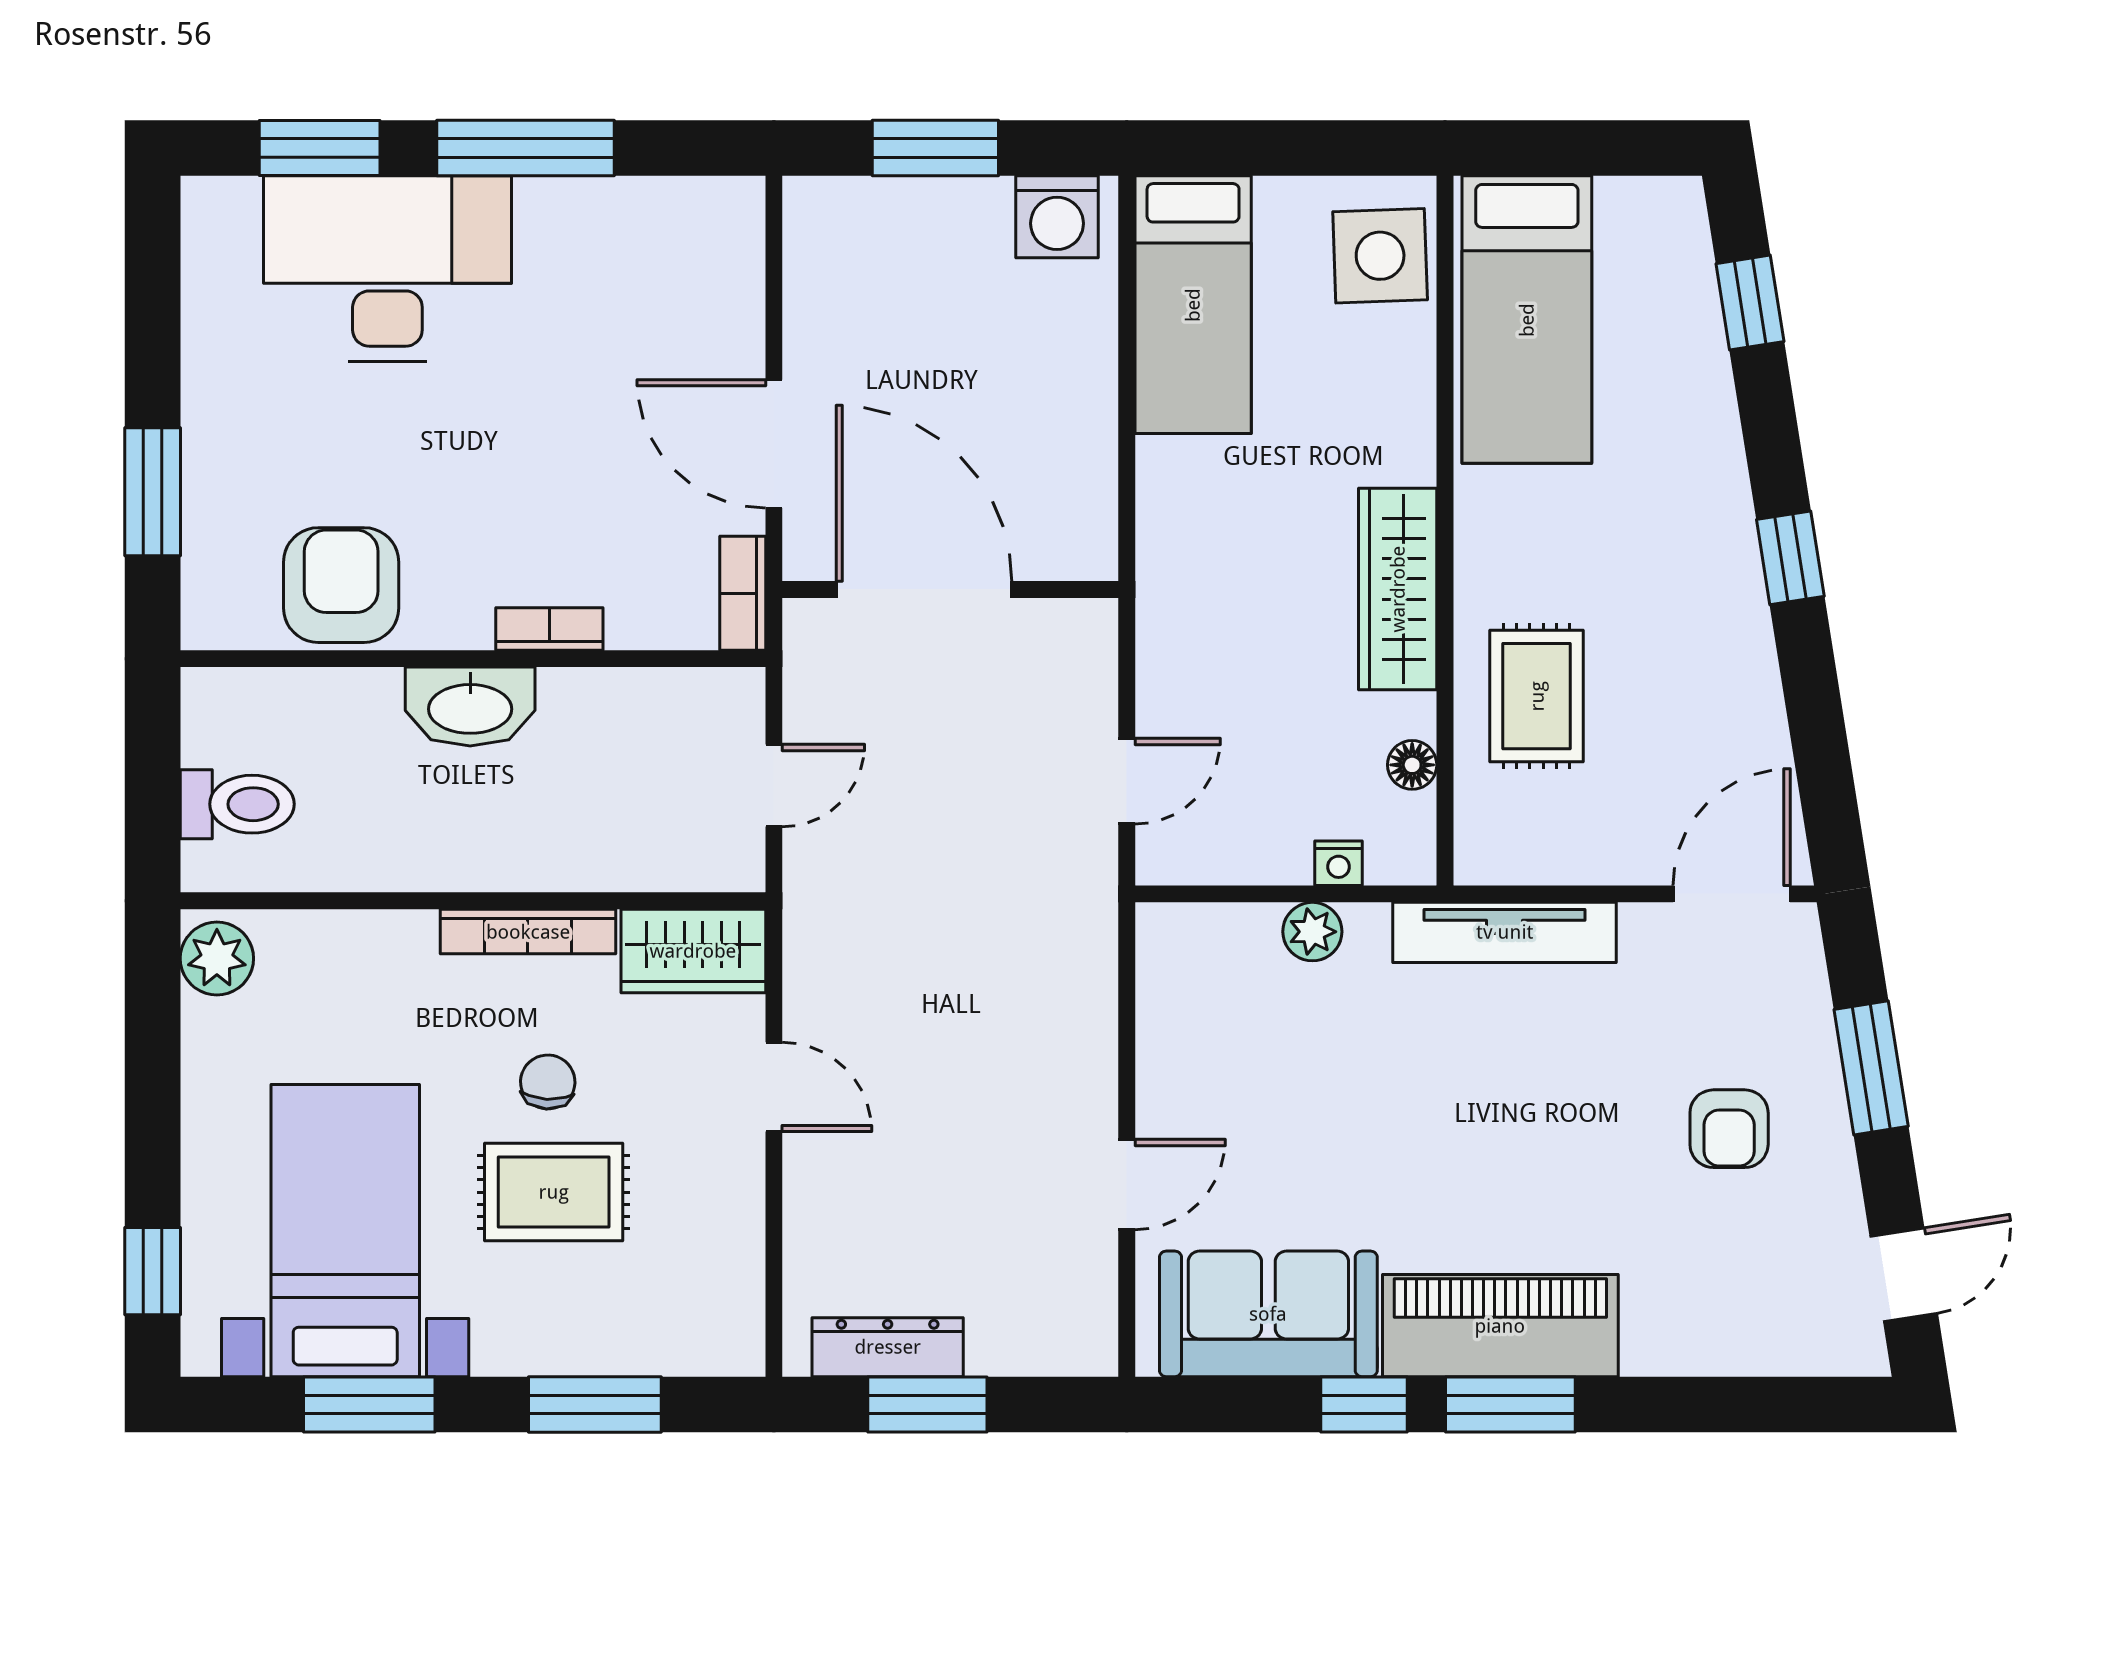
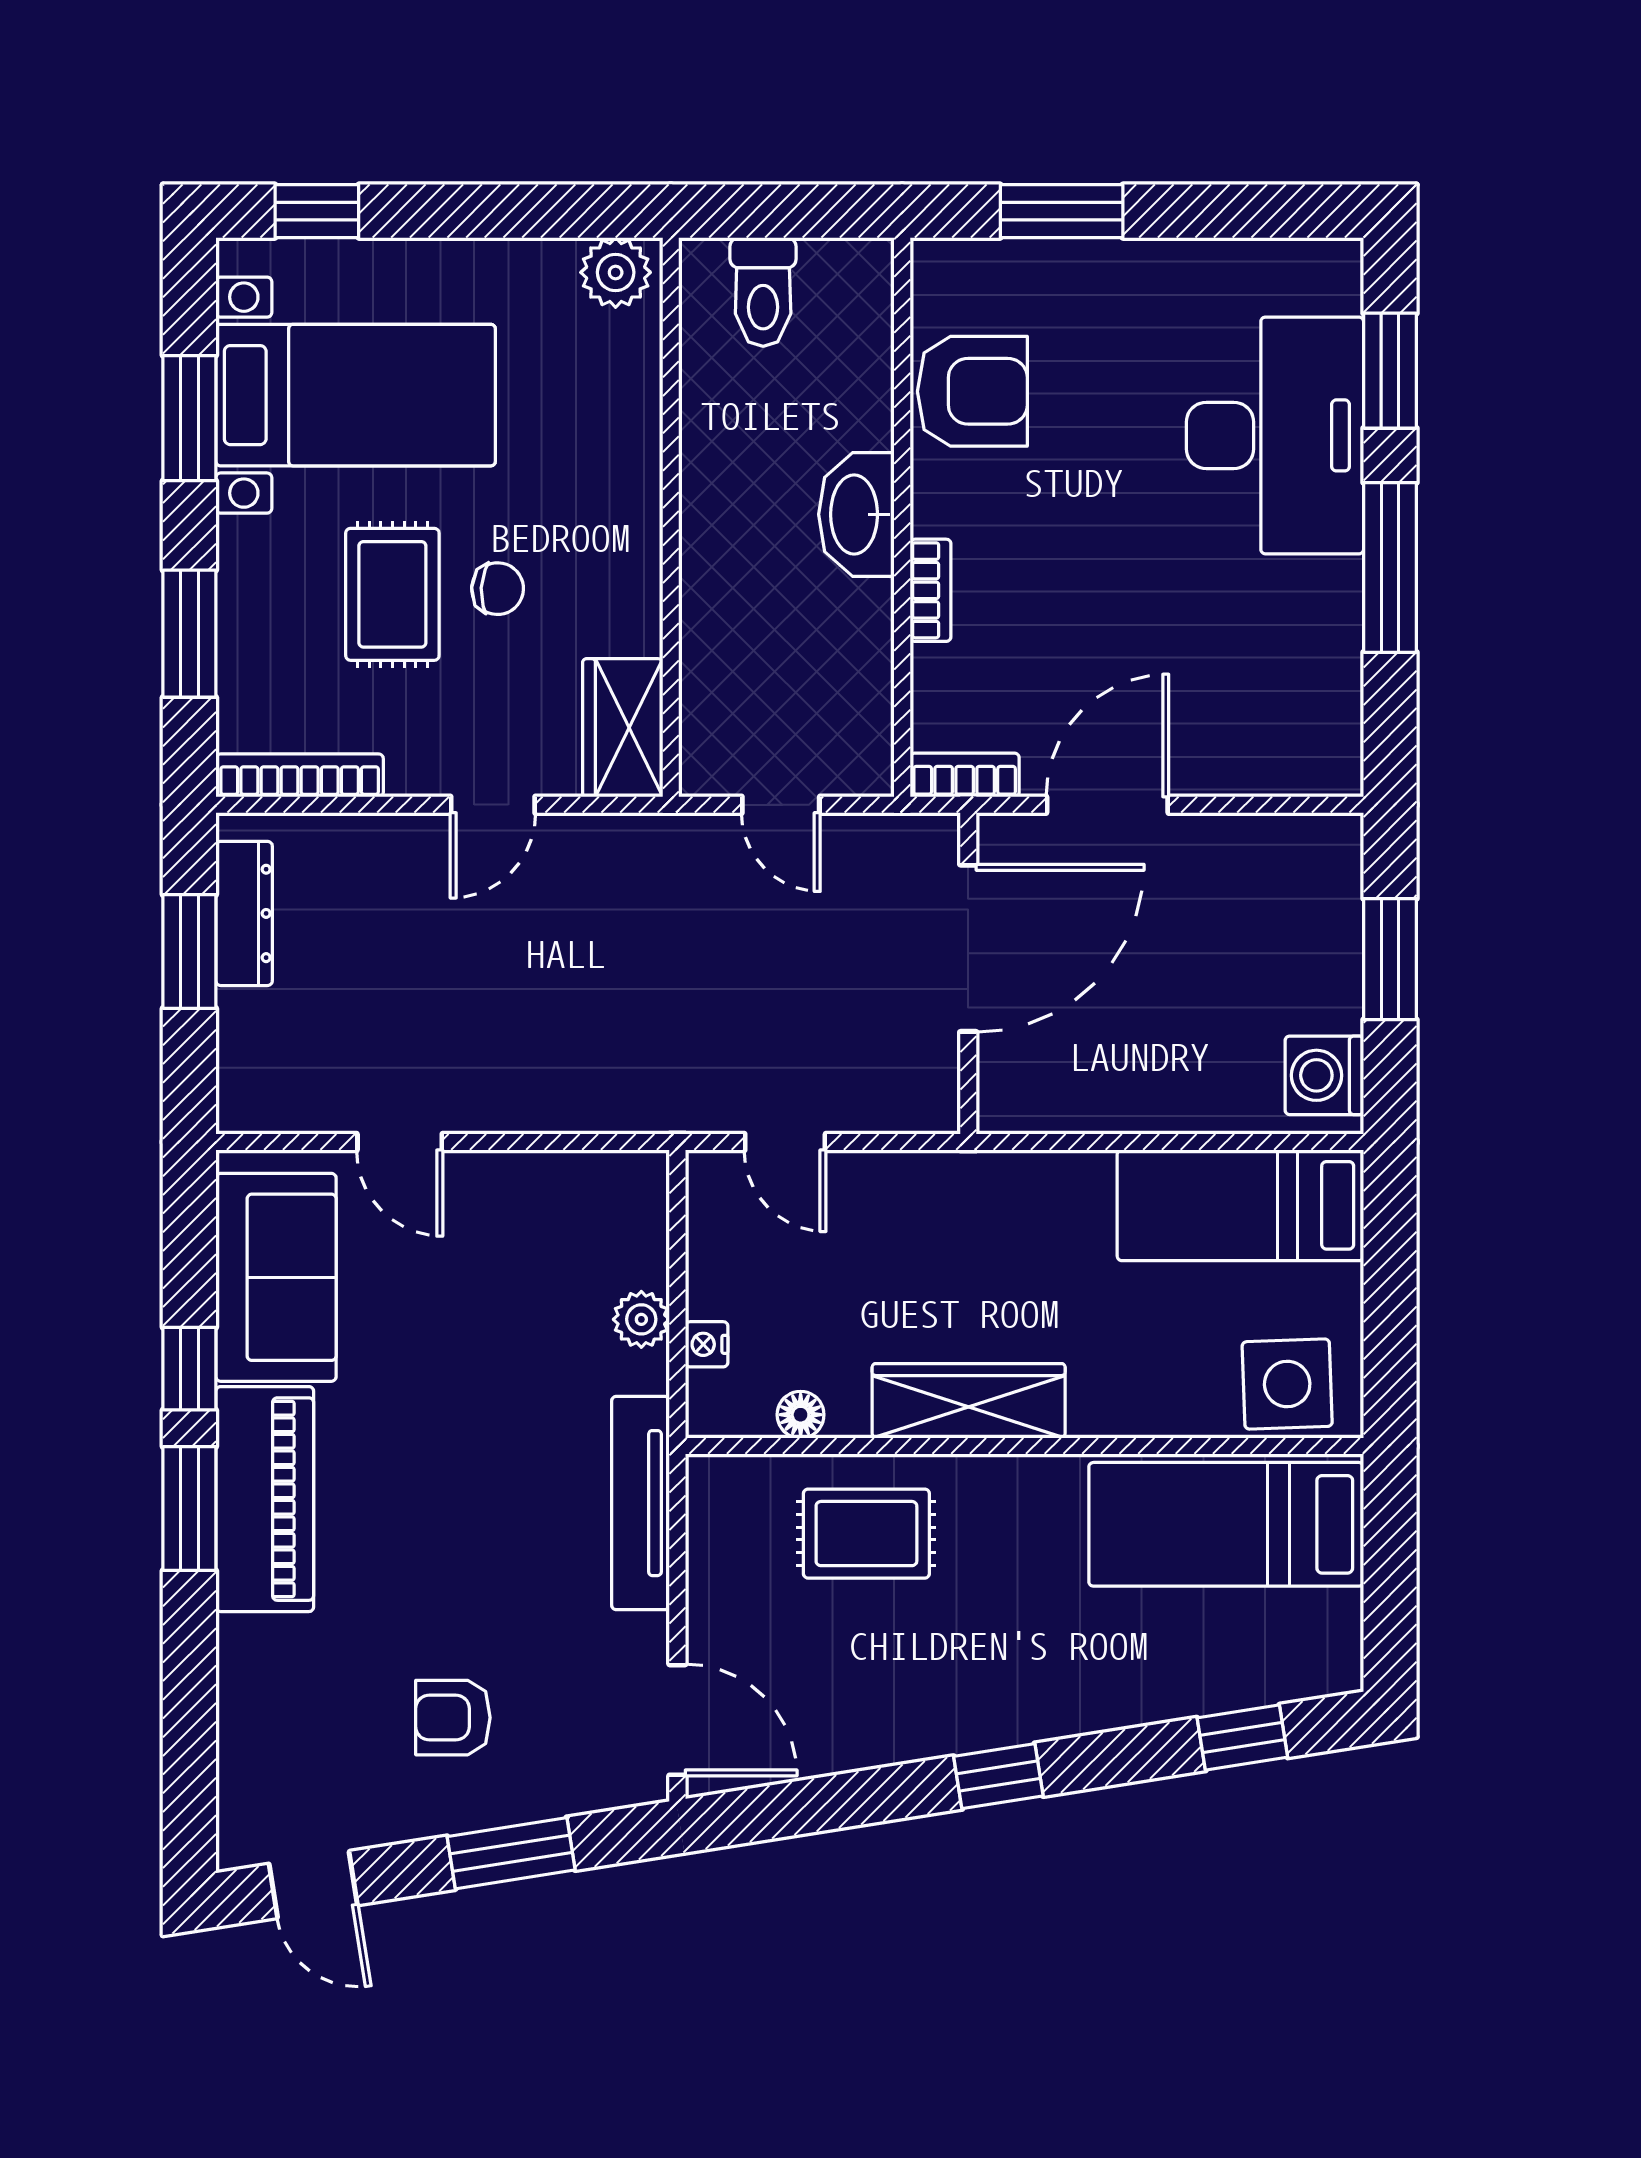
bookcase: (528, 932) -> (300, 775), moved, turned 90

